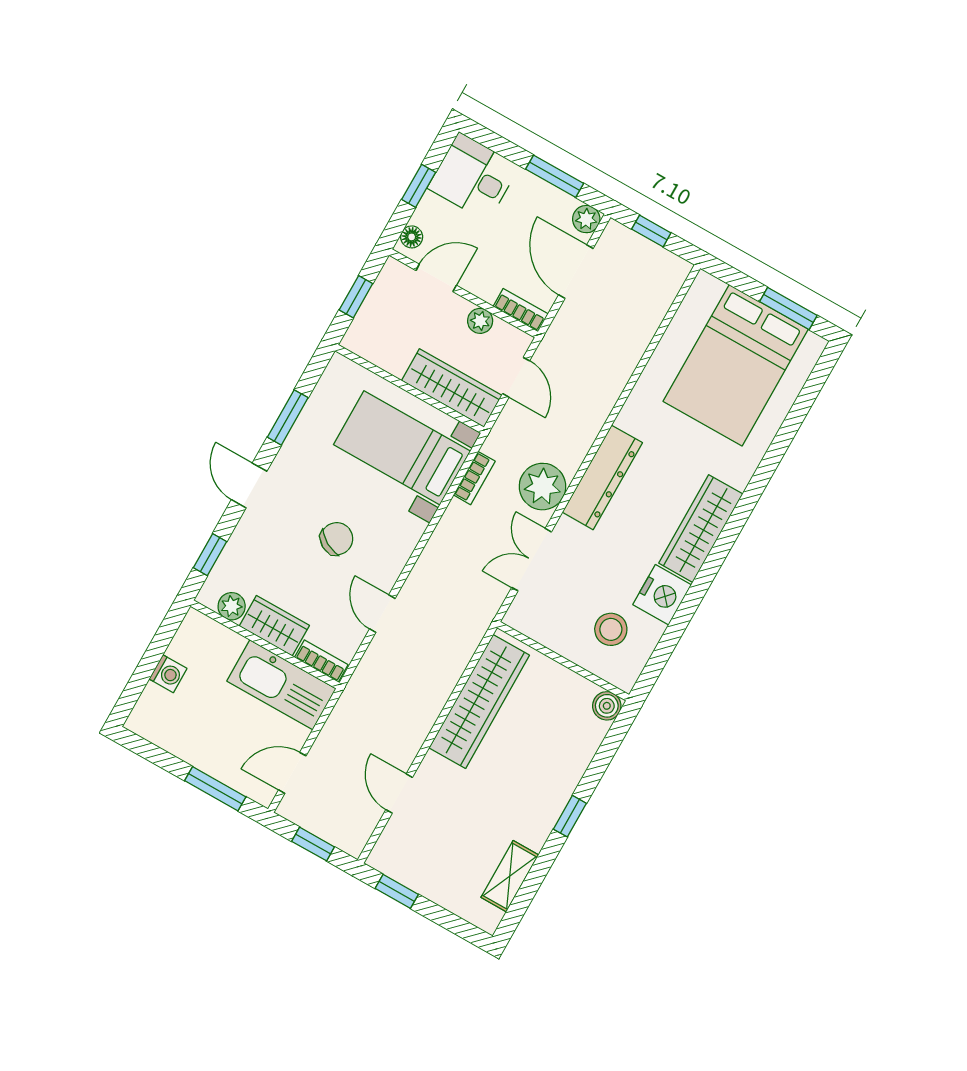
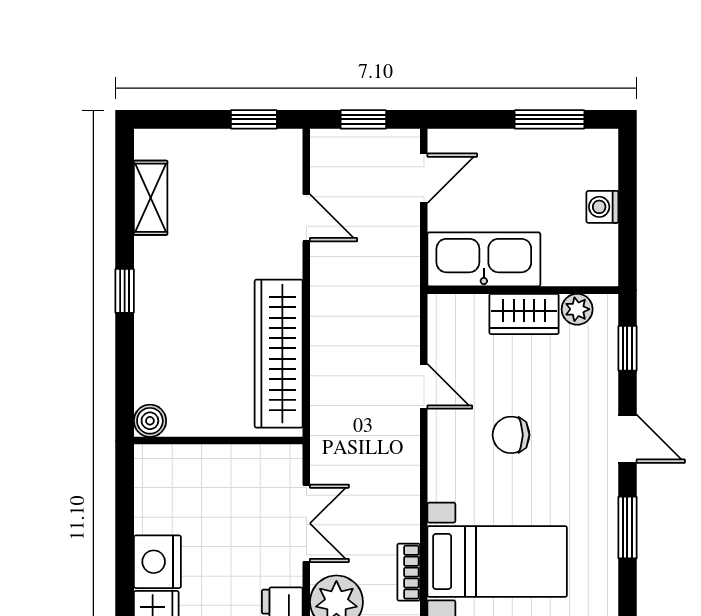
chair: (337, 539) -> (511, 435), turned 60
stool: (611, 629) -> (189, 499), removed
bookcase: (321, 661) -> (458, 305), removed
window: (215, 789) -> (550, 119), moved

